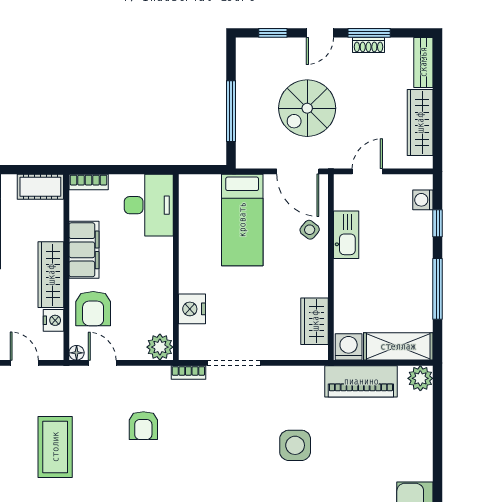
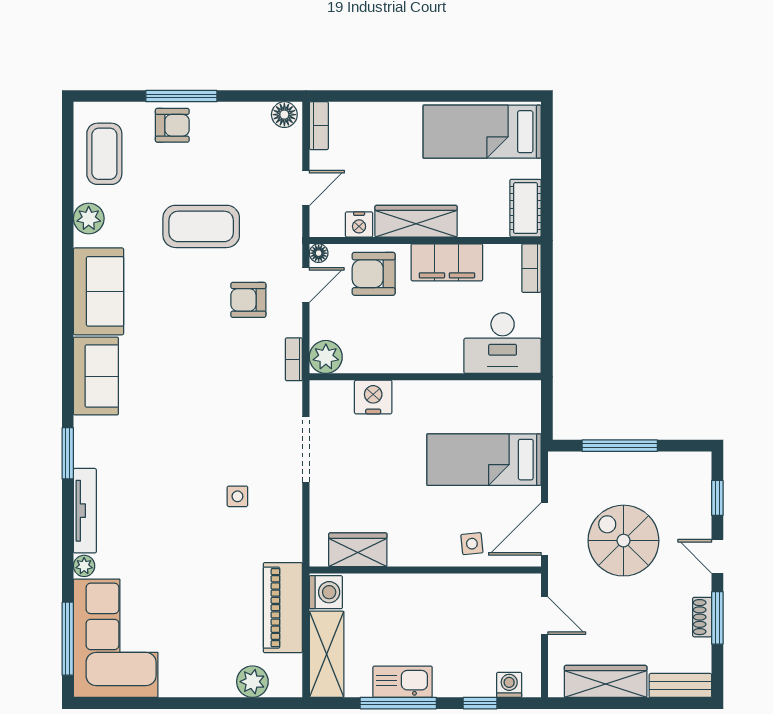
side table: (310, 230) -> (472, 544), turned 45
kitchen sink: (346, 235) -> (403, 682), moved, turned 180
bookcase: (188, 373) -> (294, 359), moved
plant: (420, 378) -> (252, 682), moved
armchair: (143, 426) -> (248, 300), moved
side table: (295, 445) -> (237, 496), moved, width x0.54, depth x0.54

